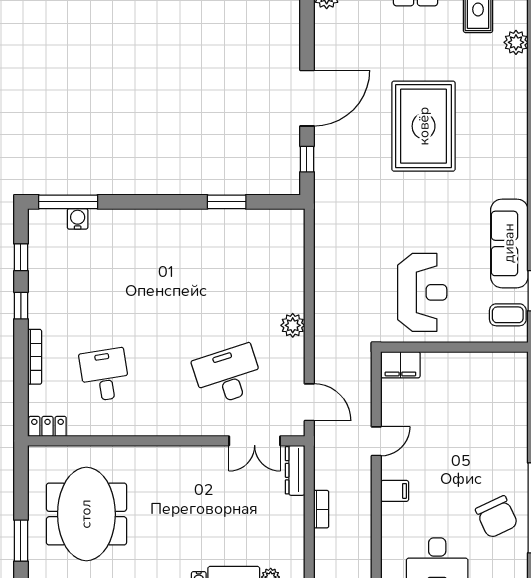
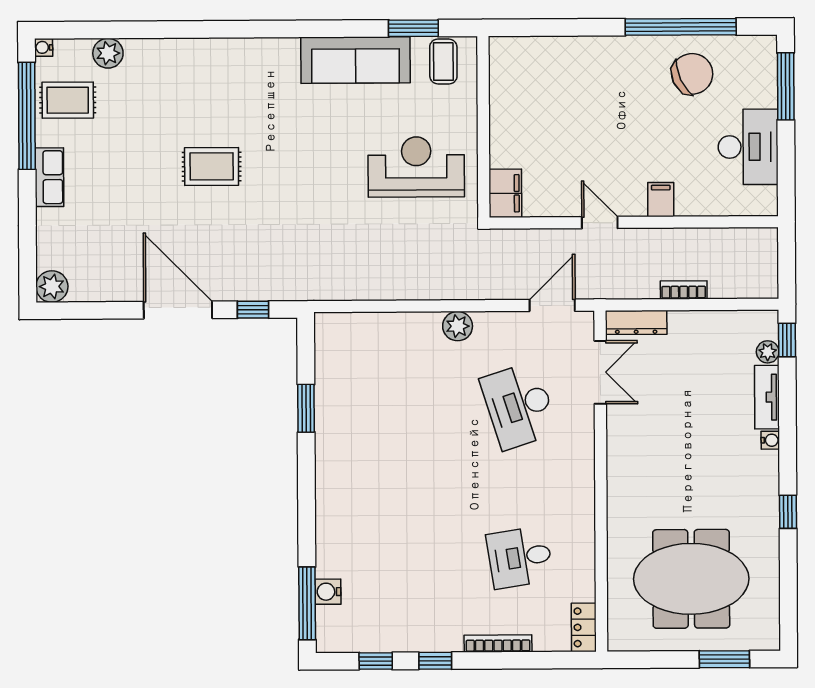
rug: (424, 126) -> (212, 166), width x0.54, depth x0.49

